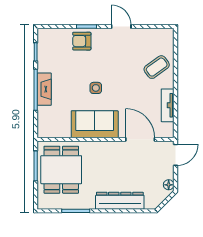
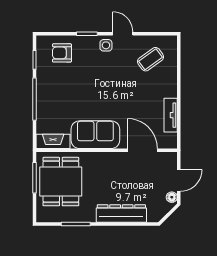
armchair: (82, 41) -> (62, 53), moved
coffee table: (157, 67) -> (151, 59), moved
side table: (96, 88) -> (106, 45), moved
fireplace: (44, 89) -> (53, 141), moved, turned -90
door: (175, 155) -> (179, 180), moved

